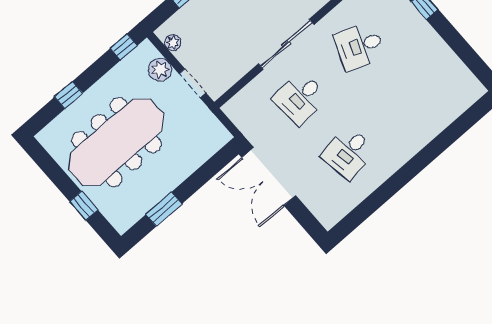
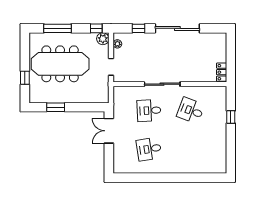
plant: (160, 70) -> (103, 39), moved
window: (69, 95) -> (57, 28), width x2.17
double door: (269, 176) -> (109, 131), width x0.73

